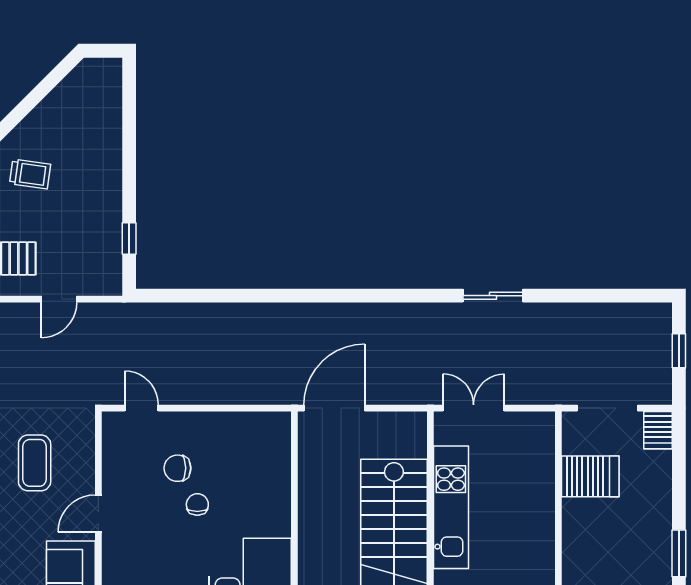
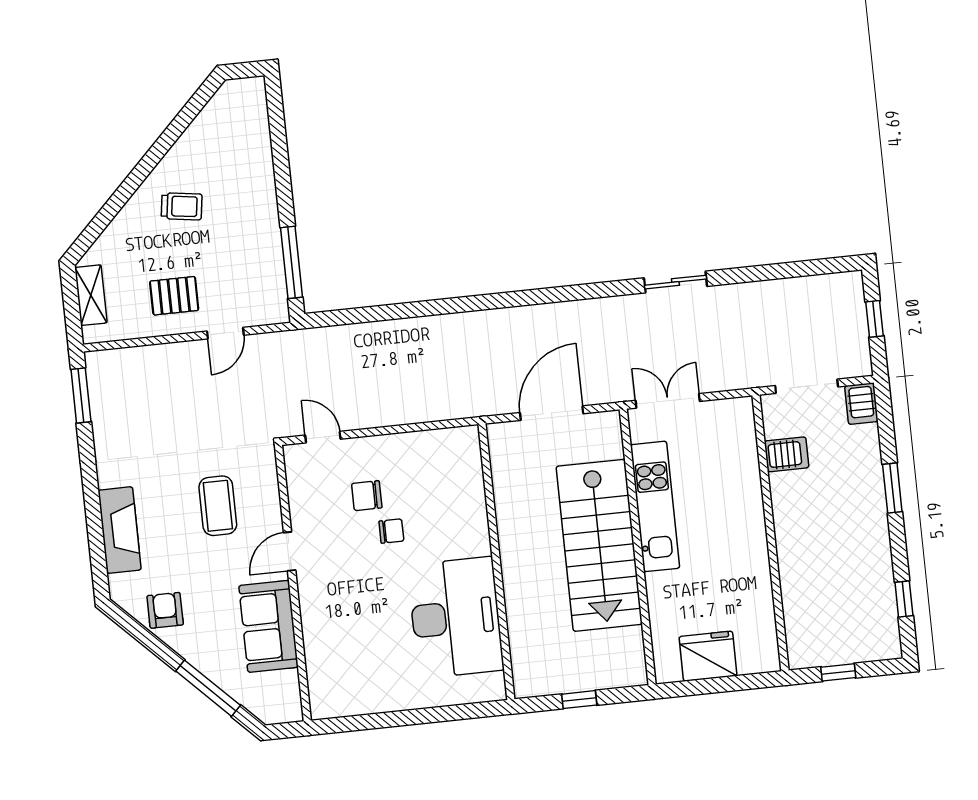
window: (129, 238) -> (292, 262), width x2.17
door: (334, 408) -> (552, 413), moved
server rack: (590, 476) -> (787, 454), width x0.73, depth x0.70
chair: (197, 504) -> (391, 531), turned 90
window: (679, 553) -> (892, 488), moved

